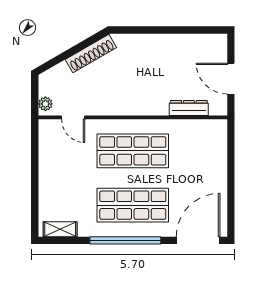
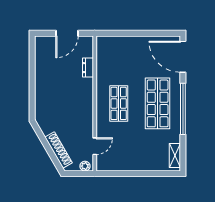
shoe rack: (91, 54) -> (59, 150), moved
dresser: (189, 108) -> (88, 68), width x0.70
shop shelf: (133, 151) -> (119, 103), width x0.70, depth x0.74

